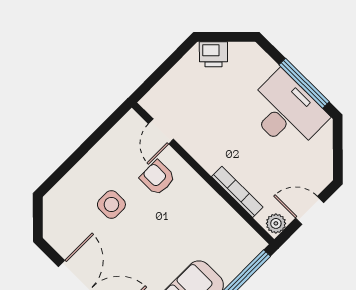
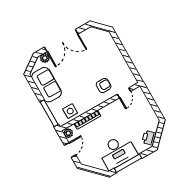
printer: (213, 54) -> (149, 138), moved
door: (161, 131) -> (124, 93), swing flipped
side table: (111, 205) -> (70, 111), moved

